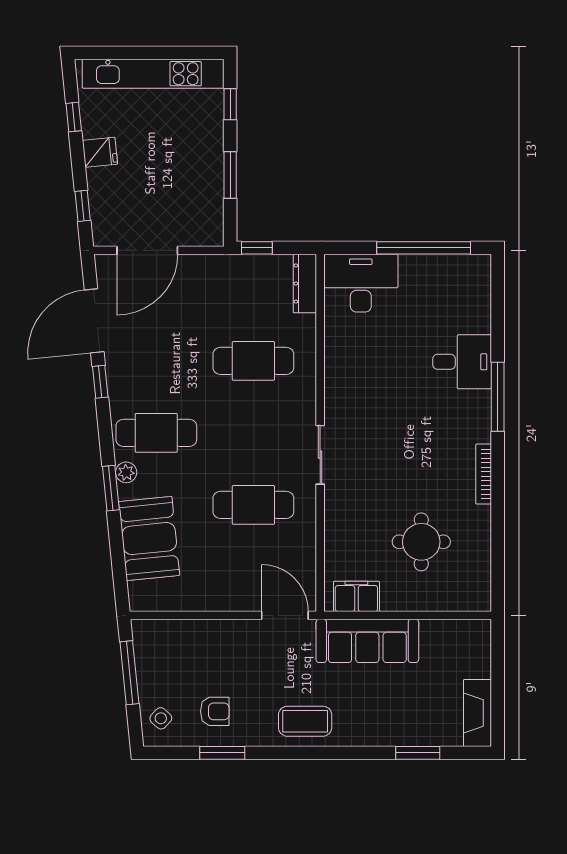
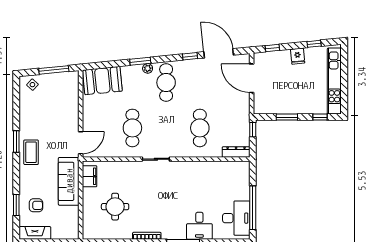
desk: (361, 283) -> (236, 218), moved
booth: (149, 539) -> (102, 81), moved
armchair: (215, 711) -> (36, 205), moved, turned -90
window: (222, 753) -> (16, 141), moved

